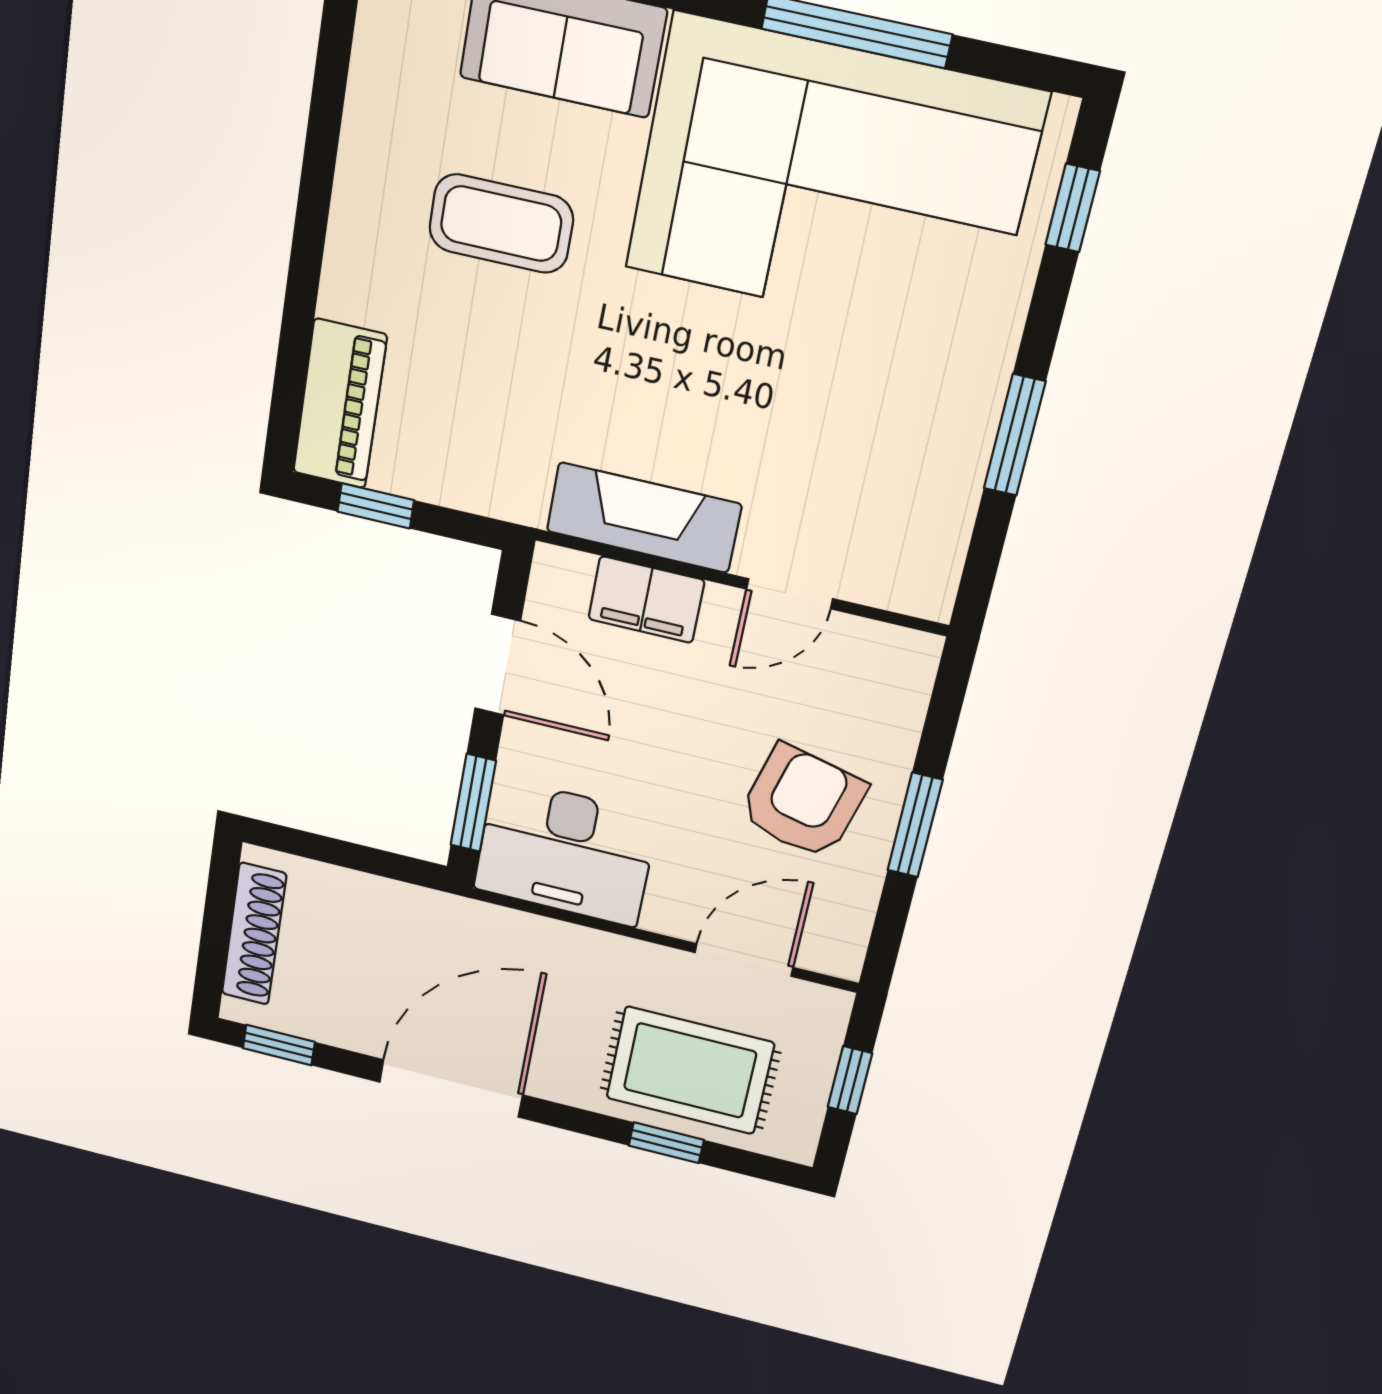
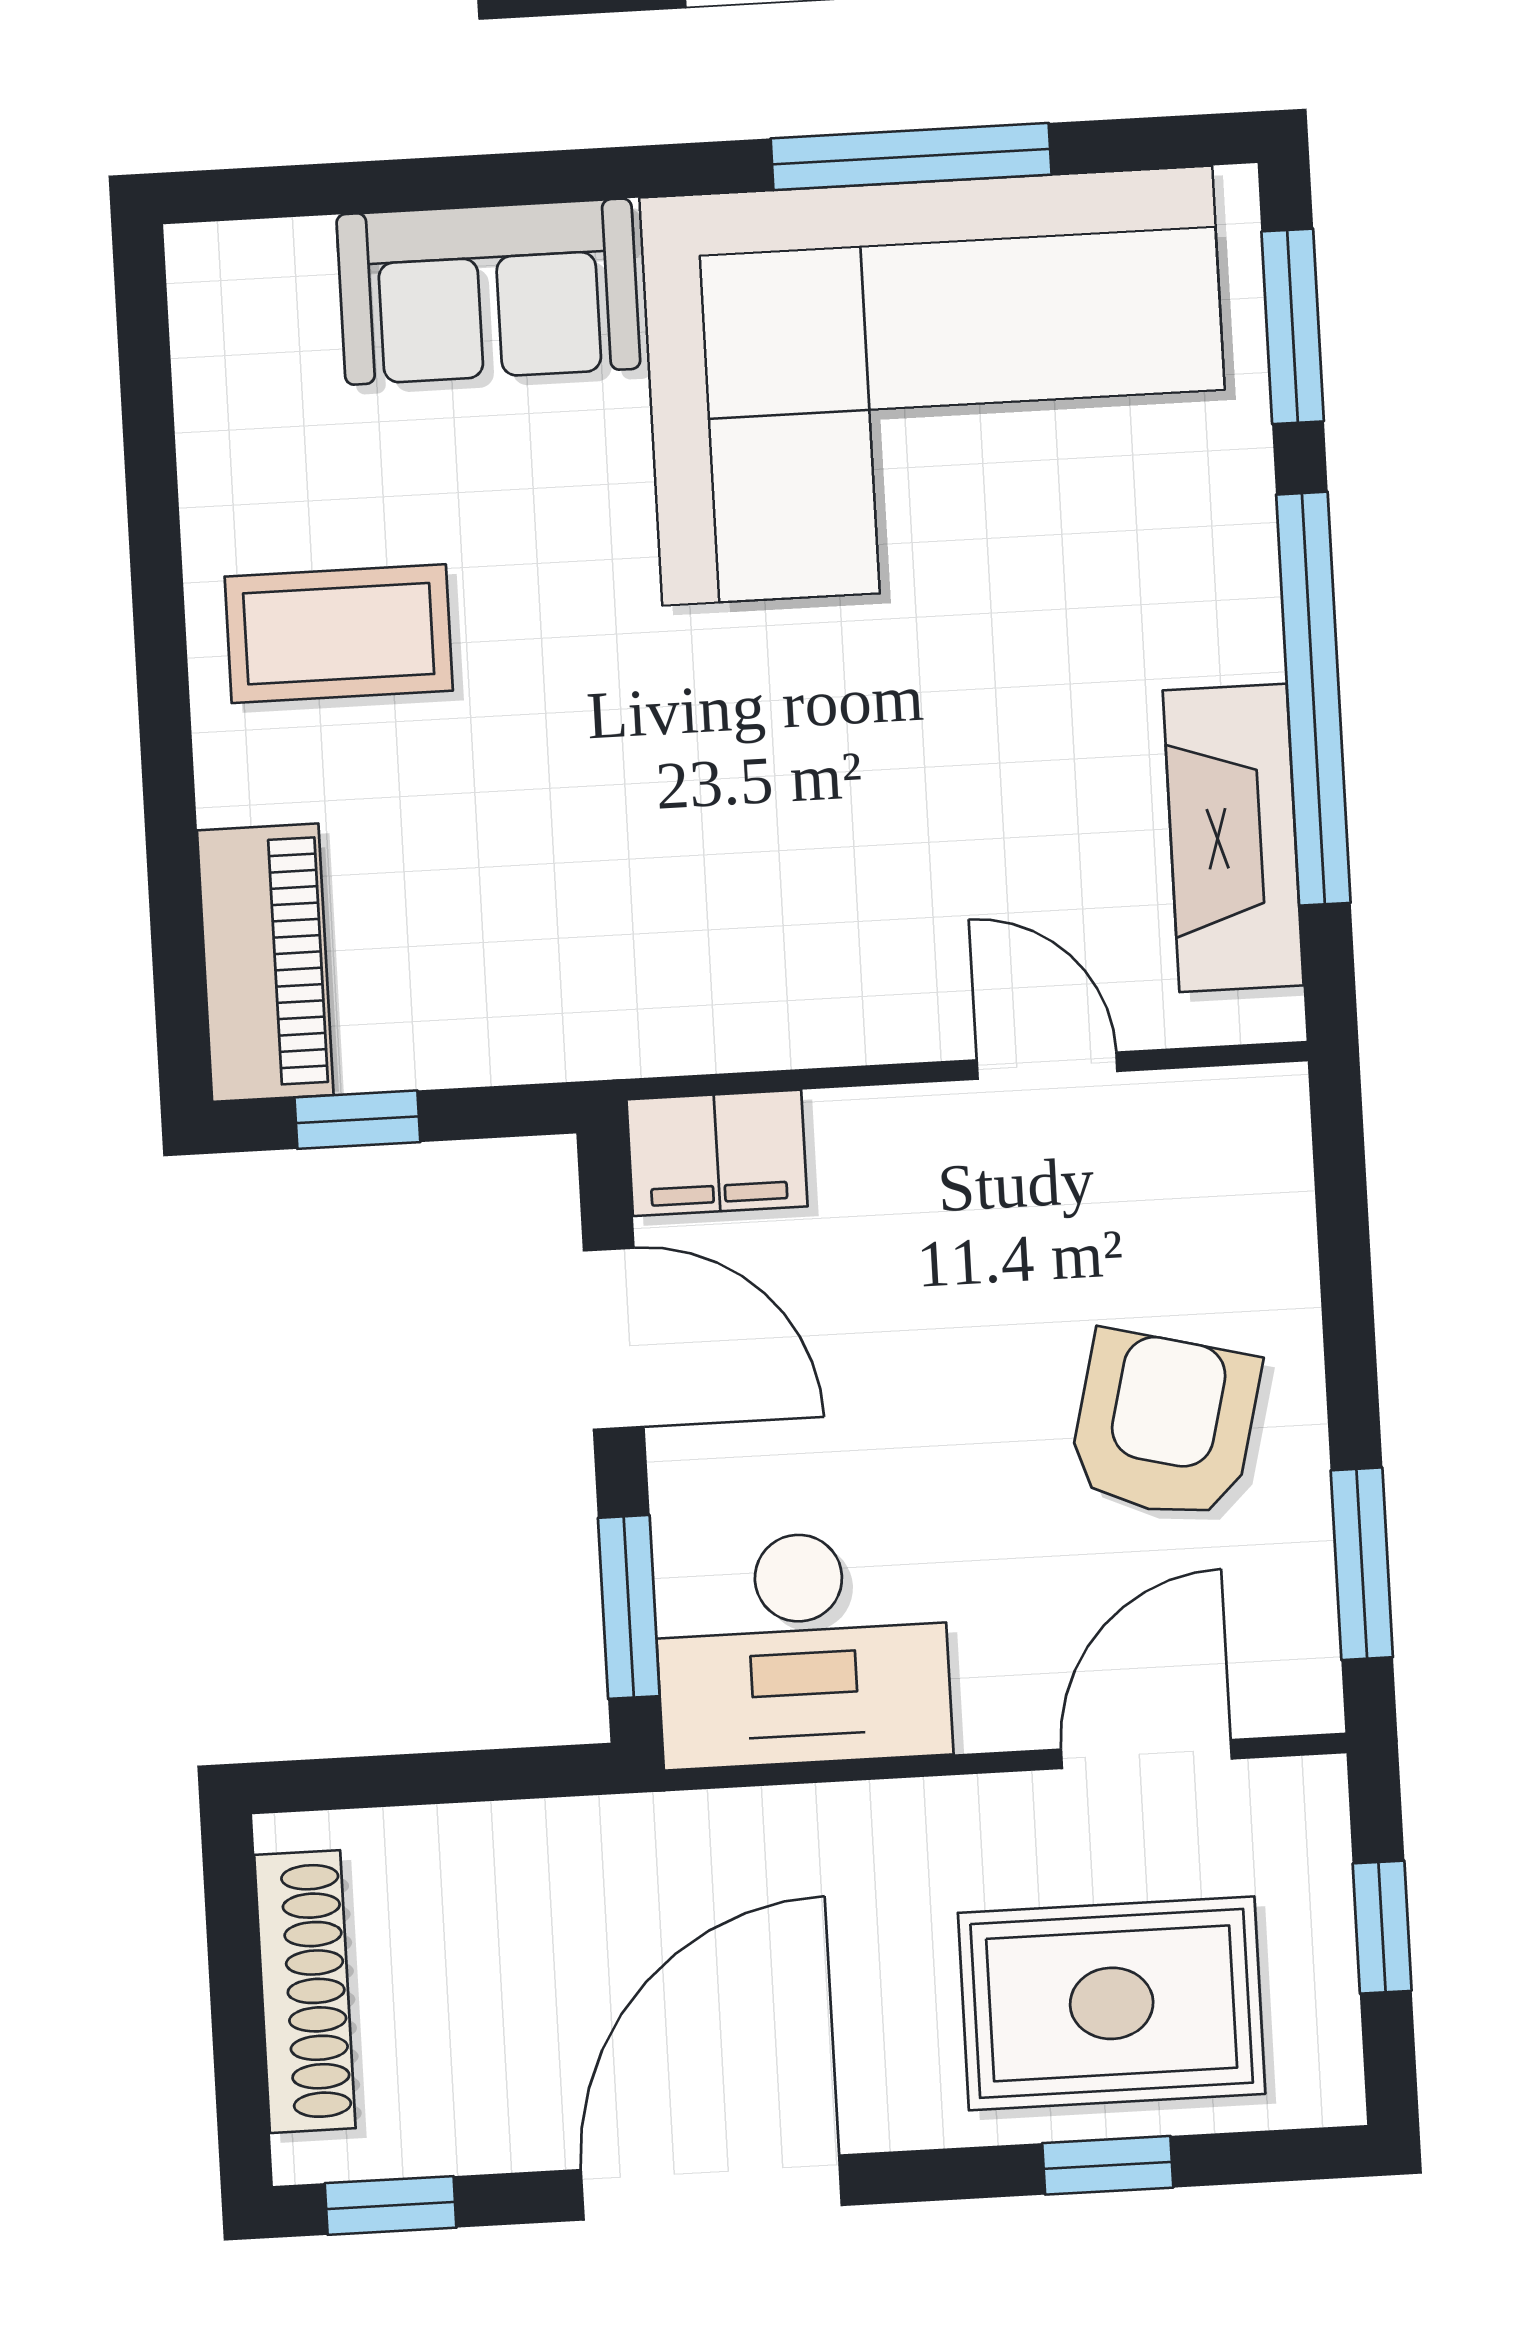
window: (1073, 208) -> (1293, 326), width x1.50
coffee table: (501, 224) -> (339, 634), moved
window: (1015, 435) -> (1313, 699), width x2.11
fireplace: (644, 518) -> (1233, 838), moved, turned -90
door: (790, 594) -> (1047, 1066), swing flipped
filing cabinet: (646, 600) -> (717, 1153), moved
window: (915, 825) -> (1362, 1564), moved

